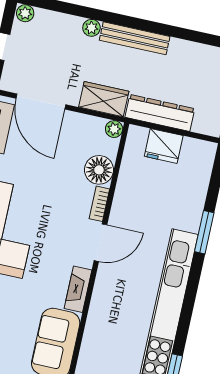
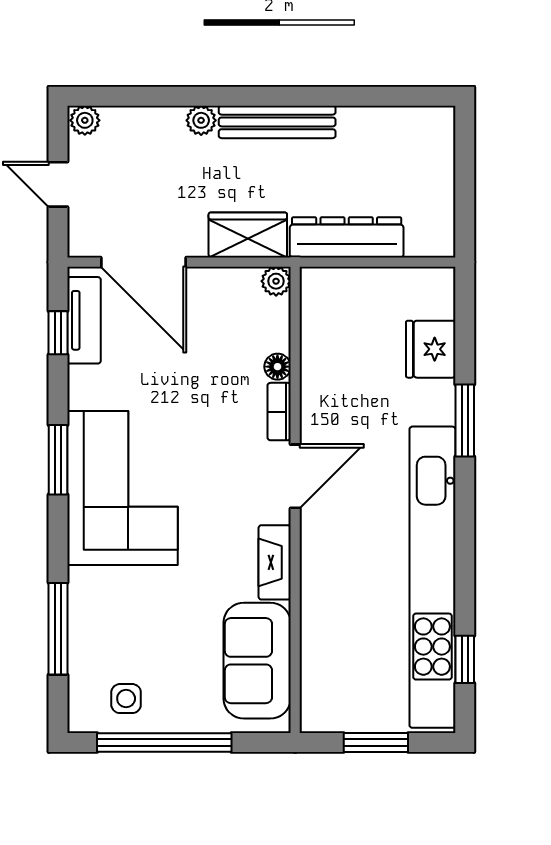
fridge: (164, 146) -> (431, 349), moved, turned 90
floor lamp: (99, 170) -> (277, 367), width x0.53, depth x0.53

